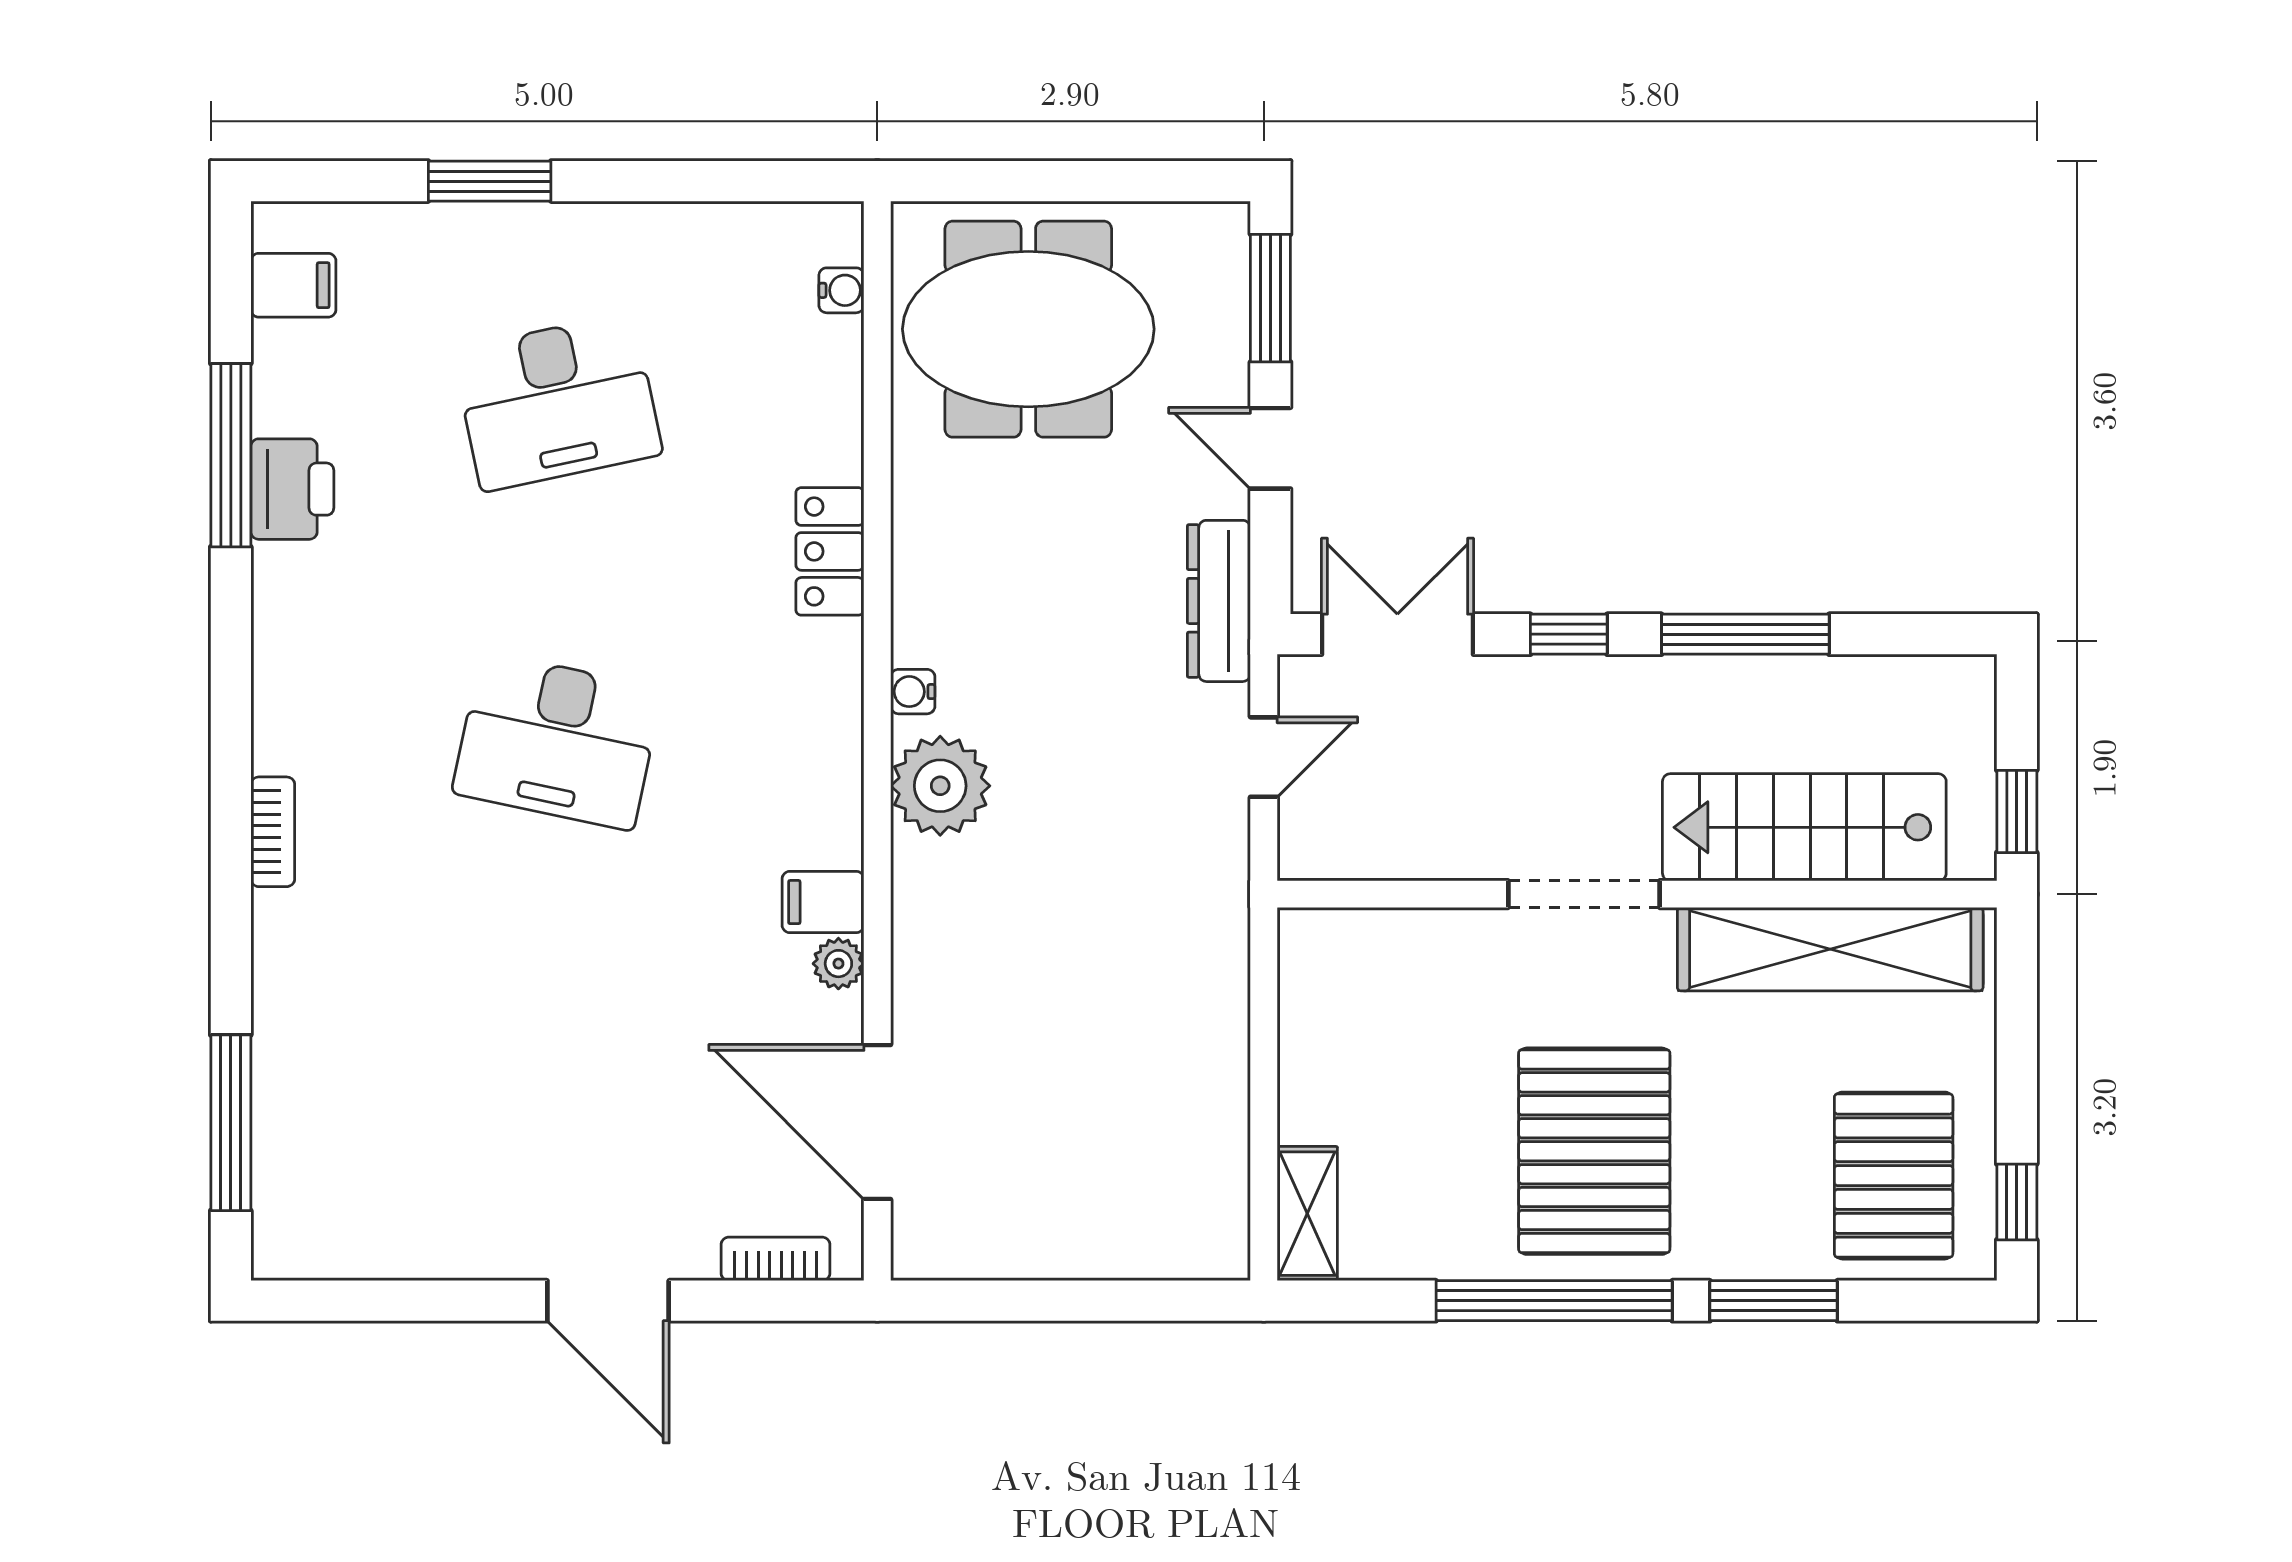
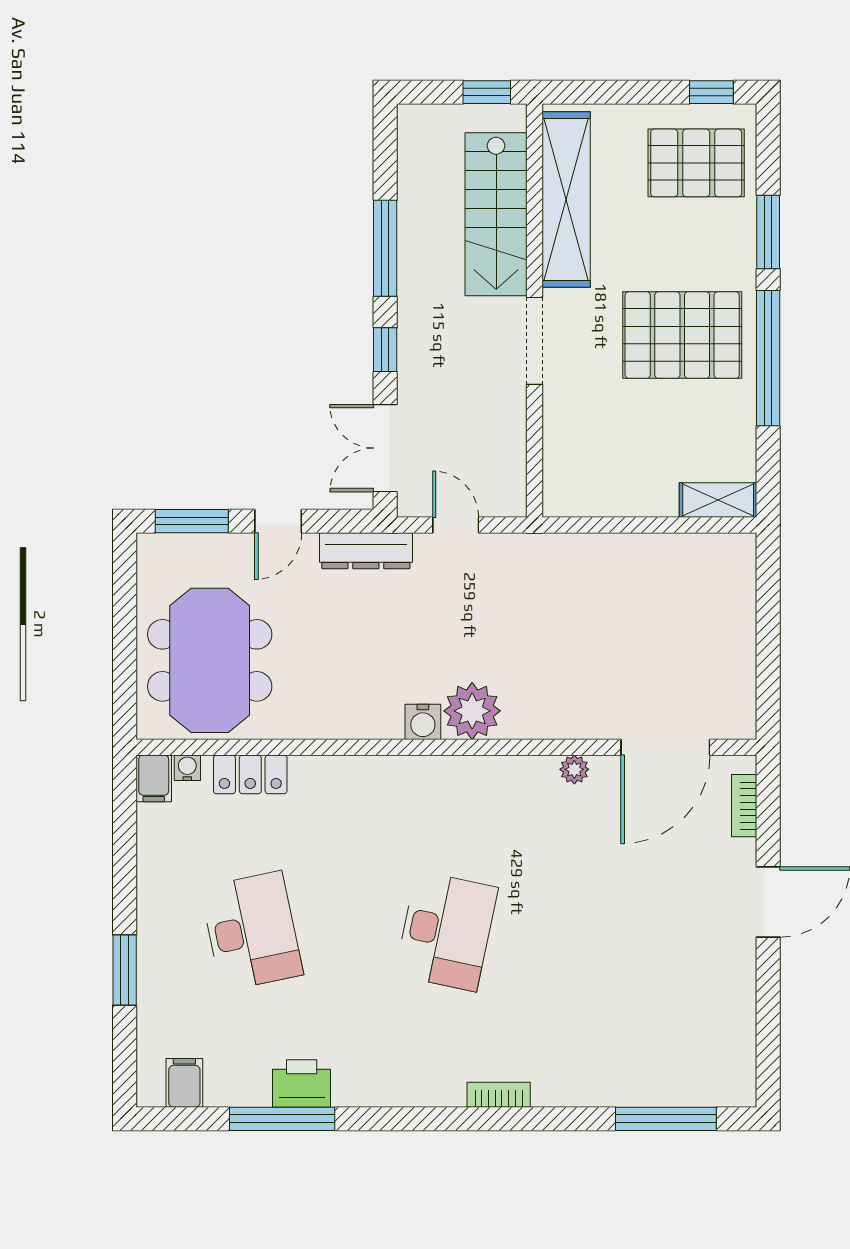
locker: (830, 551) -> (250, 774), moved
water cooler: (913, 692) -> (423, 722), width x1.38, depth x1.38
filing cabinet: (823, 902) -> (154, 778), moved

